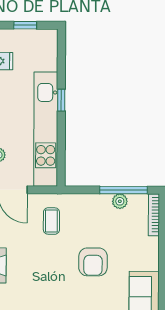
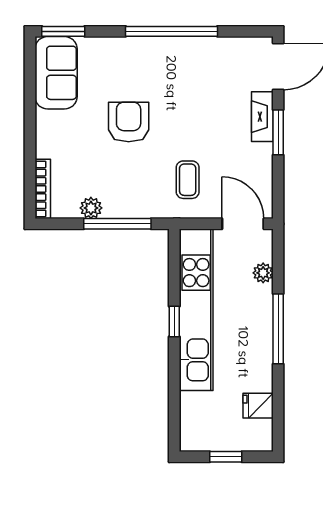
window: (61, 100) -> (174, 321), moved
window: (123, 190) -> (117, 224), moved

